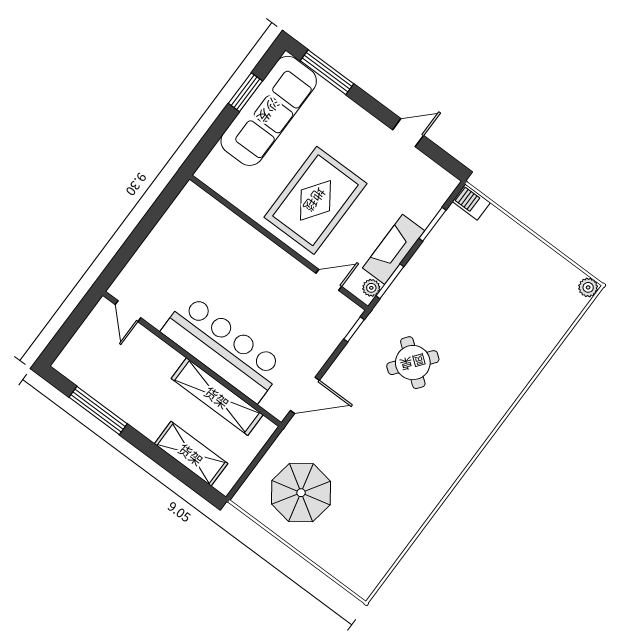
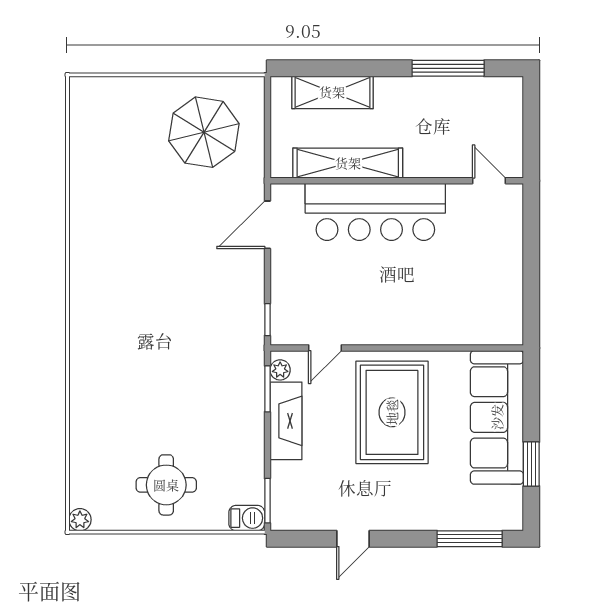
sofa: (269, 111) -> (497, 417), moved
window: (432, 224) -> (267, 501), moved
round table: (413, 363) -> (166, 485), moved, turned -38

